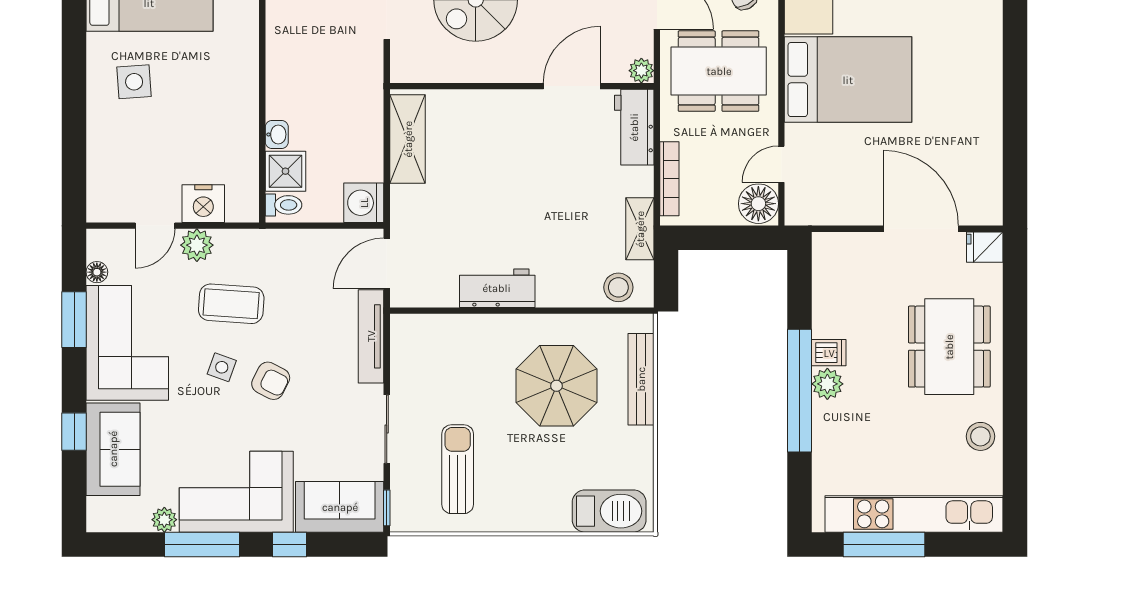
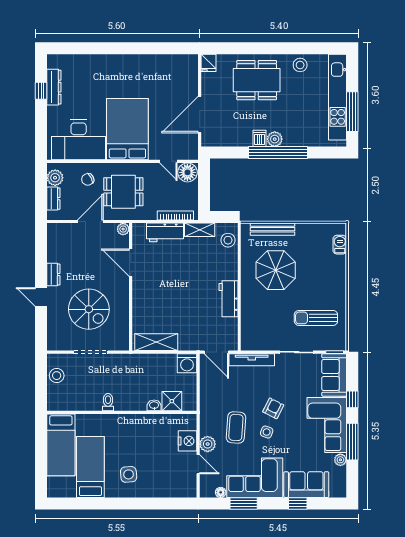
dining table: (719, 71) -> (123, 192), width x0.73
workbench: (634, 127) -> (165, 232), moved
toilet: (284, 205) -> (108, 402), moved
door: (921, 229) -> (200, 115), moved
barbecue: (609, 511) -> (340, 245), width x0.53, depth x0.65

